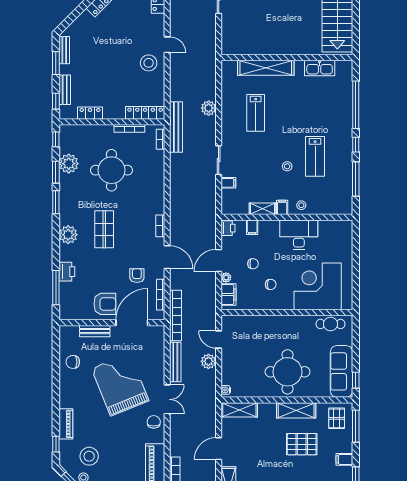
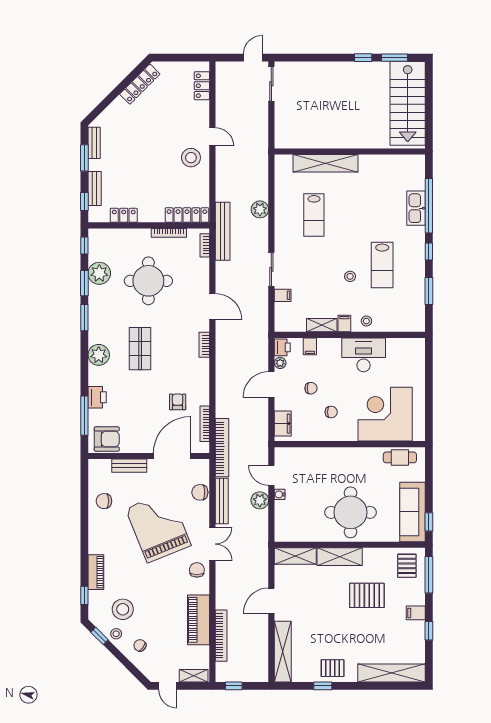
kitchen sink: (320, 68) -> (416, 208), moved, turned 90
window: (356, 179) -> (429, 291), width x0.69
door: (167, 257) -> (212, 307), moved
plant: (226, 277) -> (280, 363), moved
armchair: (105, 304) -> (107, 439), moved
chair: (156, 354) -> (200, 492), added
water cooler: (226, 390) -> (280, 494), moved
shelving: (296, 410) -> (340, 557), moved

